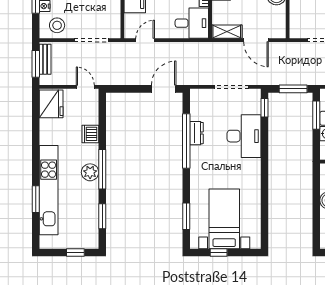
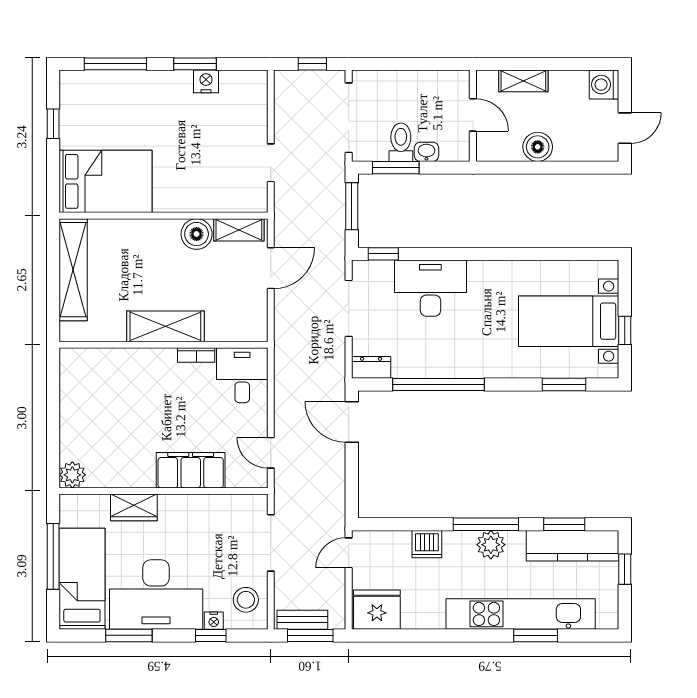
shelving: (227, 32) -> (239, 230), moved, turned 90
dresser: (196, 133) -> (371, 367), moved
kitchen counter: (89, 221) -> (573, 546), added

